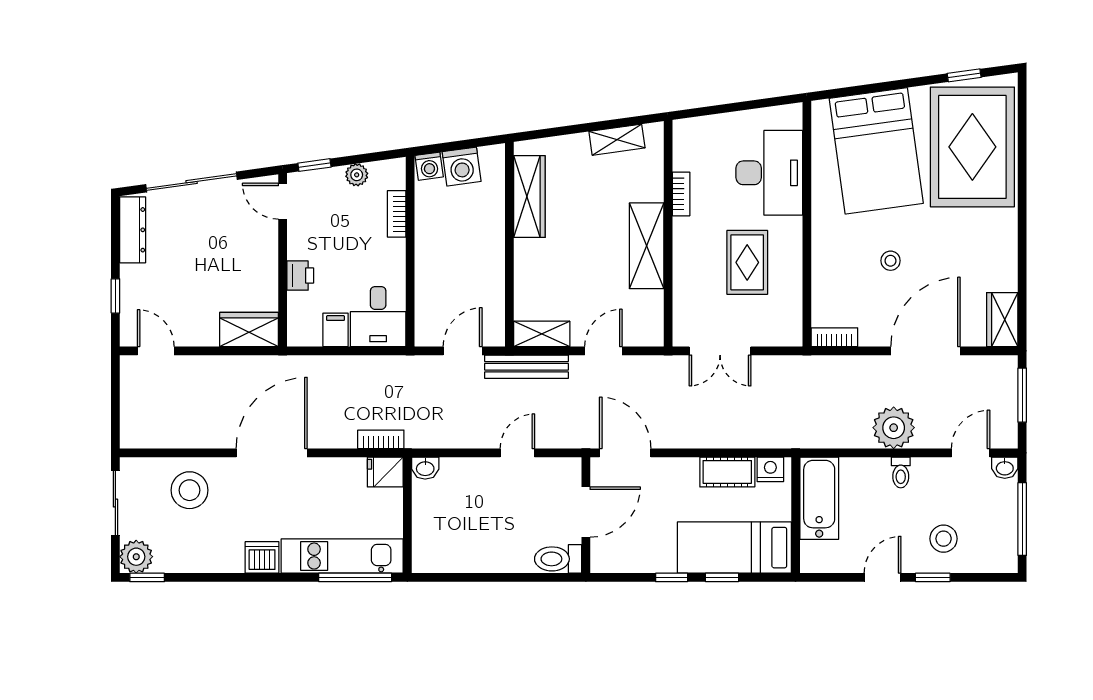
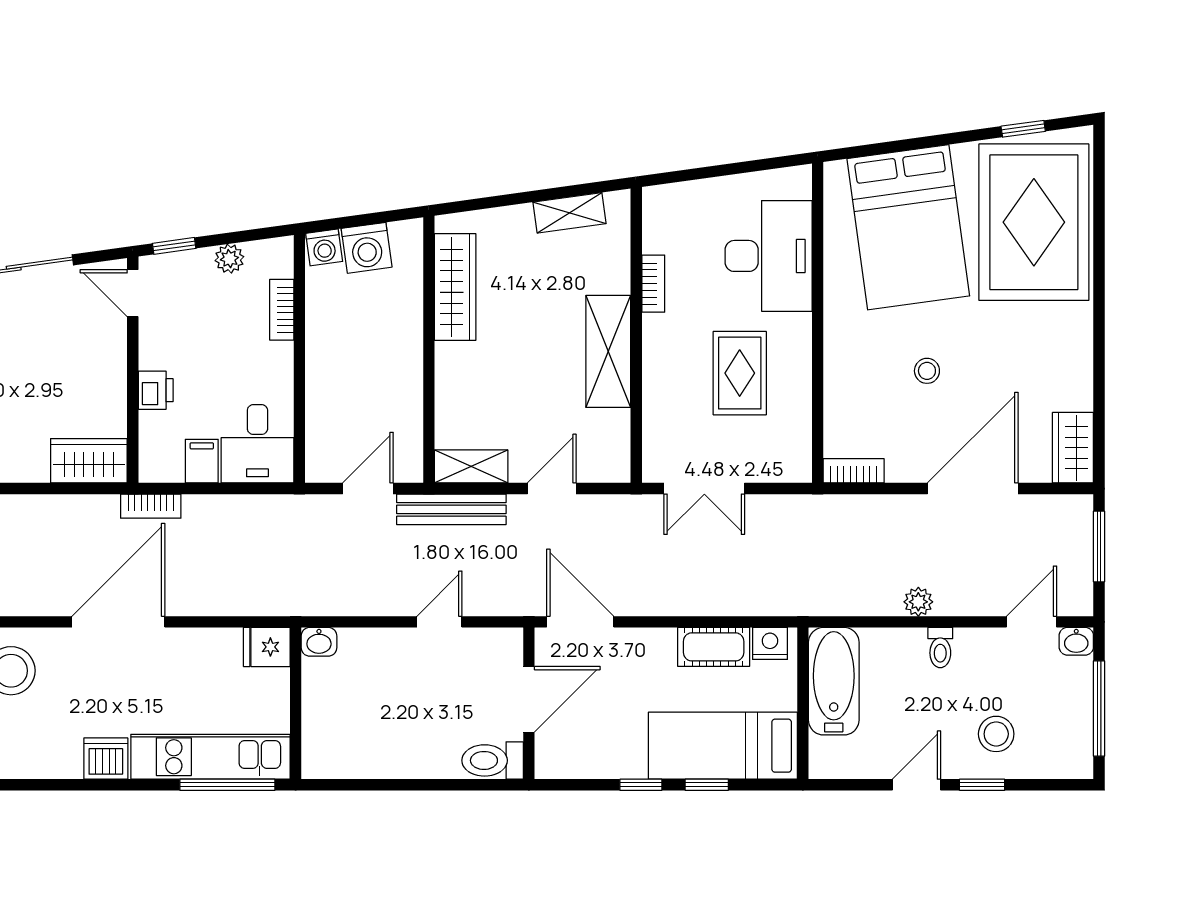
plant: (894, 428) -> (918, 602), width x0.53, depth x0.53
bookcase: (381, 439) -> (151, 506), moved, turned 180

